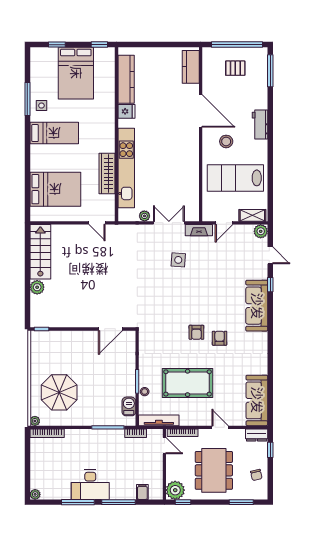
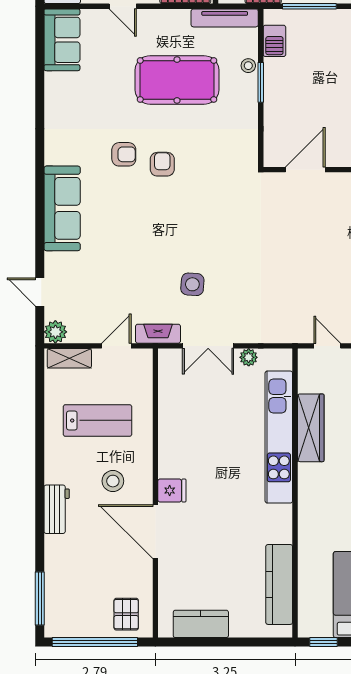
kitchen counter: (191, 67) -> (201, 624), moved, turned -90
pallet: (235, 68) -> (126, 614), moved, turned 90
fridge: (126, 111) -> (172, 491), moved, turned 180
lab bench: (235, 178) -> (97, 420), width x0.73, depth x0.72
window: (270, 285) -> (40, 243), removed
armchair: (220, 338) -> (124, 154), turned -90
sofa: (257, 400) -> (62, 40), width x0.73

